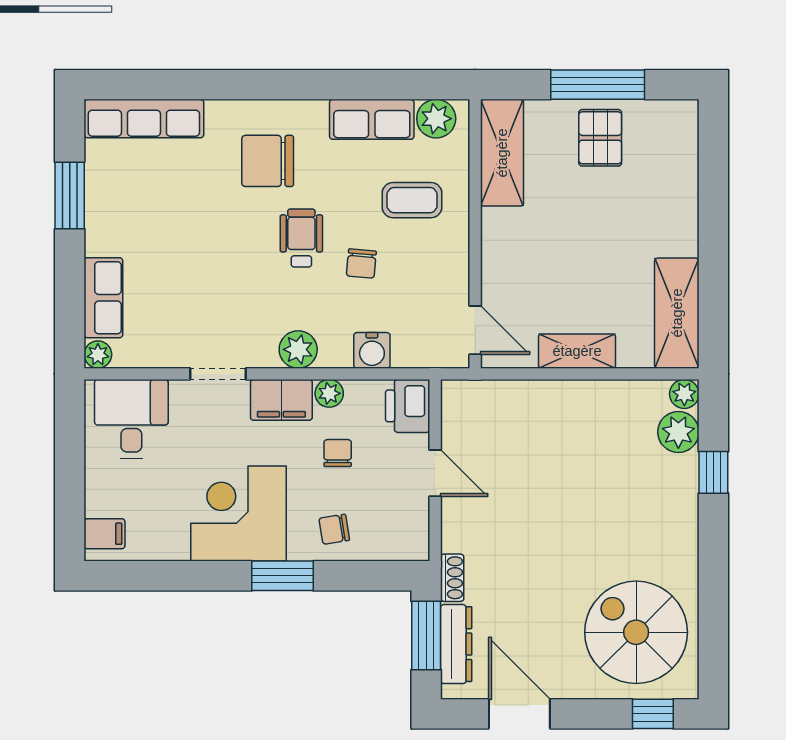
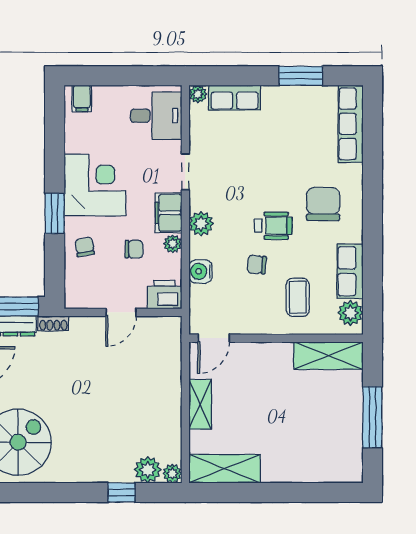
pallet: (600, 138) -> (338, 419), removed

